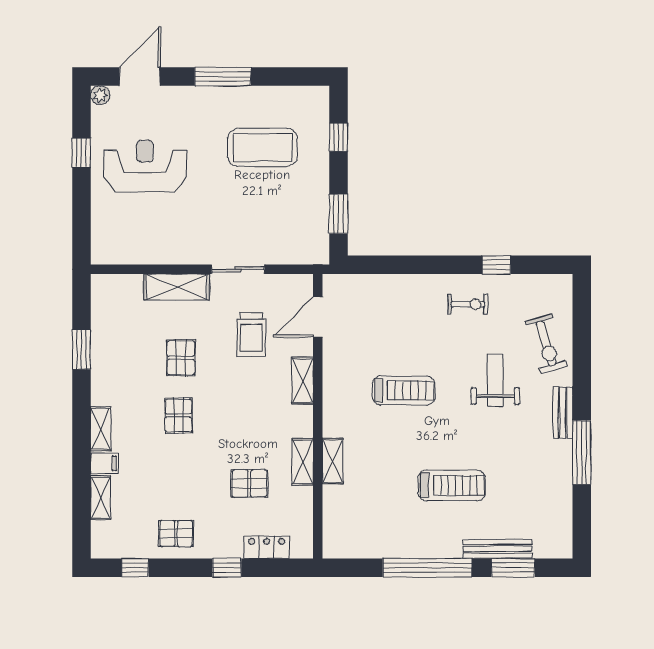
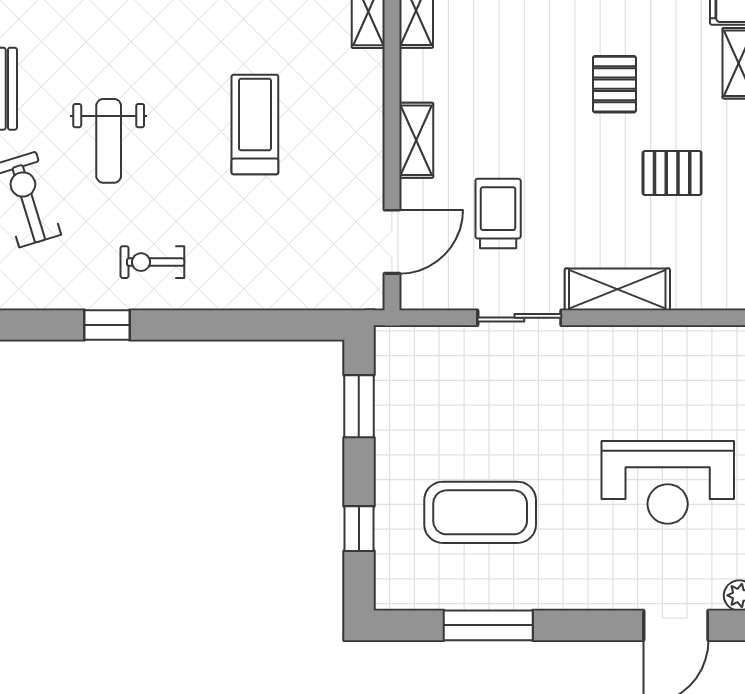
window: (223, 77) -> (488, 625), moved
pallet: (181, 358) -> (672, 173), moved, turned 90
treadmill: (404, 390) -> (255, 124), turned 90

